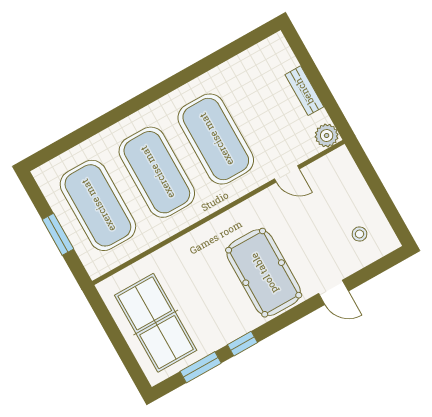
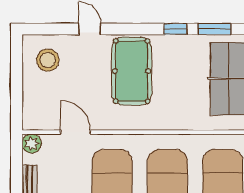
door: (287, 174) -> (75, 132), width x1.38
stool: (359, 234) -> (48, 60), width x1.89, depth x1.89

